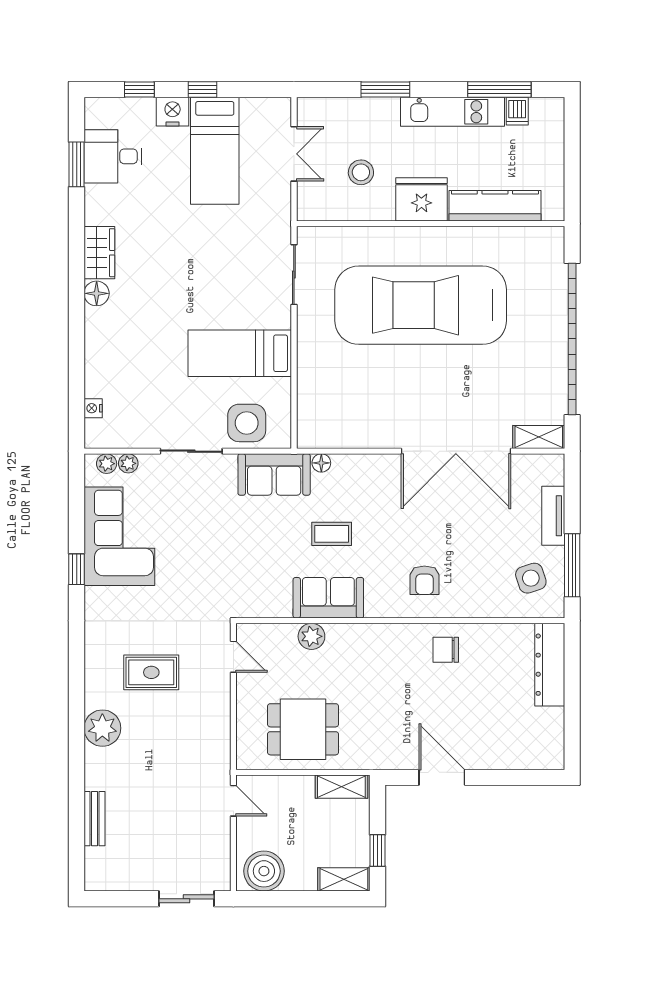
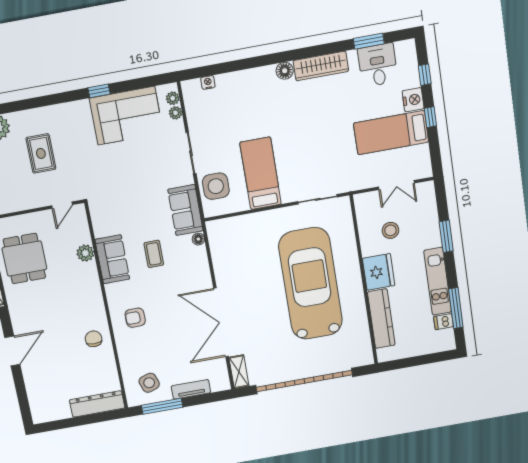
wardrobe: (99, 253) -> (321, 66), width x1.50

